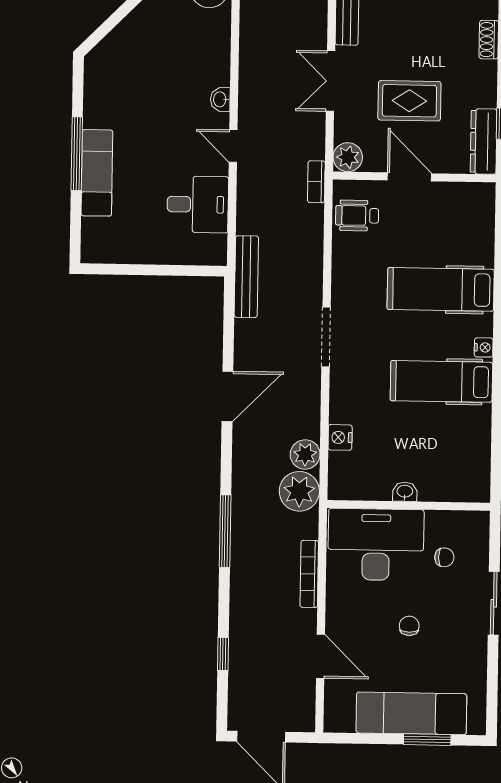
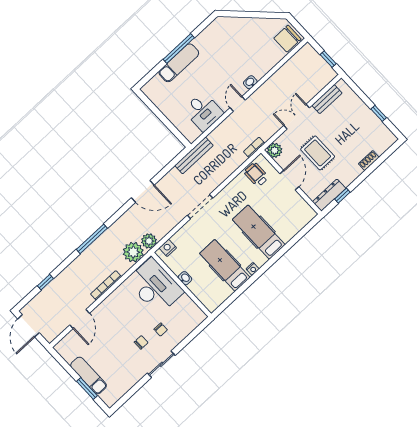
washbasin: (405, 492) -> (185, 278), moved
wall: (409, 505) -> (181, 285), moved
desk: (376, 545) -> (155, 286), moved
chair: (409, 626) -> (141, 342), moved
exam couch: (411, 713) -> (89, 375), width x0.73, depth x0.69

